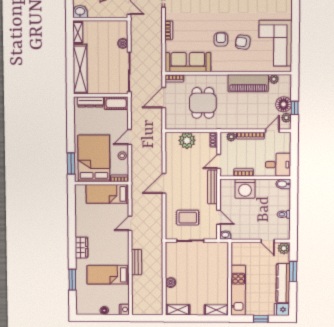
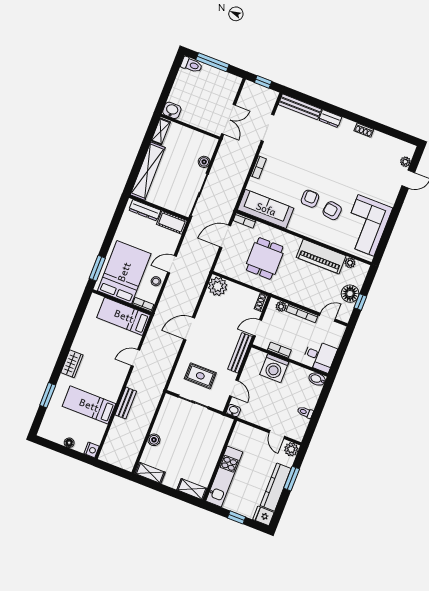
plant: (286, 118) -> (348, 309), removed
plant: (187, 140) -> (218, 286), moved

